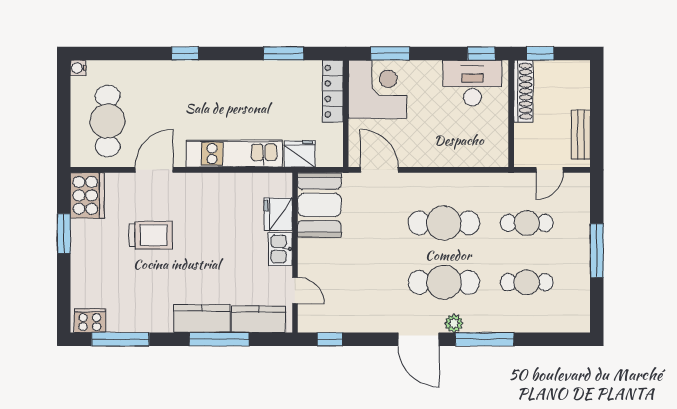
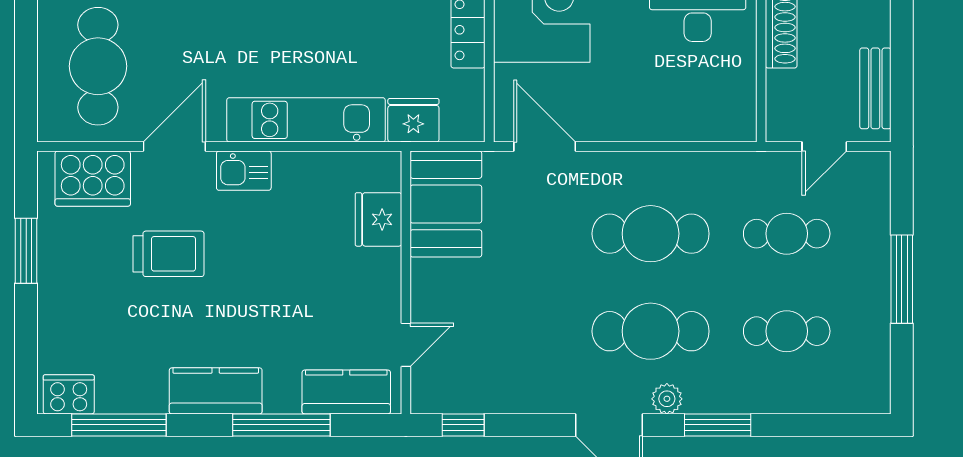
cooker: (87, 195) -> (93, 179), moved, turned 90
kitchen sink: (280, 249) -> (244, 171), moved, turned -90
door: (295, 291) -> (406, 345), hinge flipped
kitchen counter: (202, 319) -> (216, 391), moved
window: (485, 339) -> (718, 425), width x0.69

